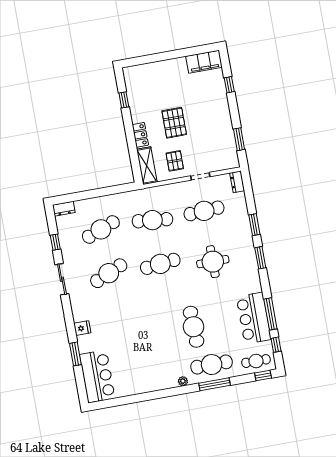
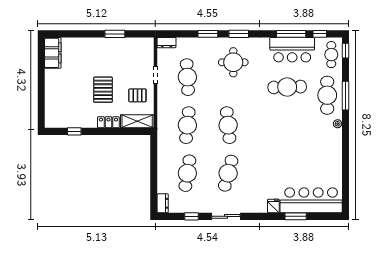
window: (229, 85) -> (78, 34), removed
pallet: (174, 123) -> (103, 90), turned 90
window: (239, 139) -> (115, 34), moved
cafe table: (101, 229) -> (187, 173), turned 30
round table: (213, 262) -> (233, 62), moved
cafe table: (109, 273) -> (228, 173), turned 39
cafe table: (194, 327) -> (287, 87), moved
bar counter: (97, 376) -> (311, 200), width x1.36

